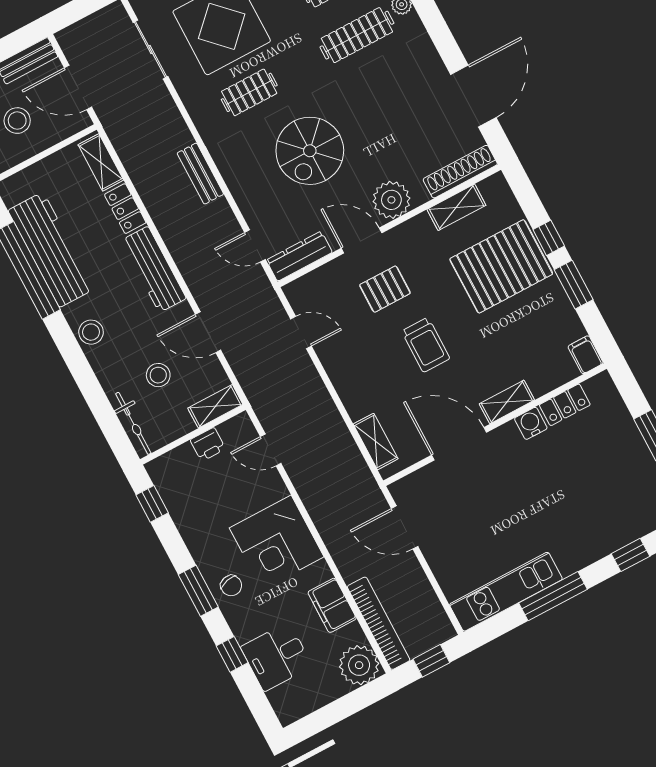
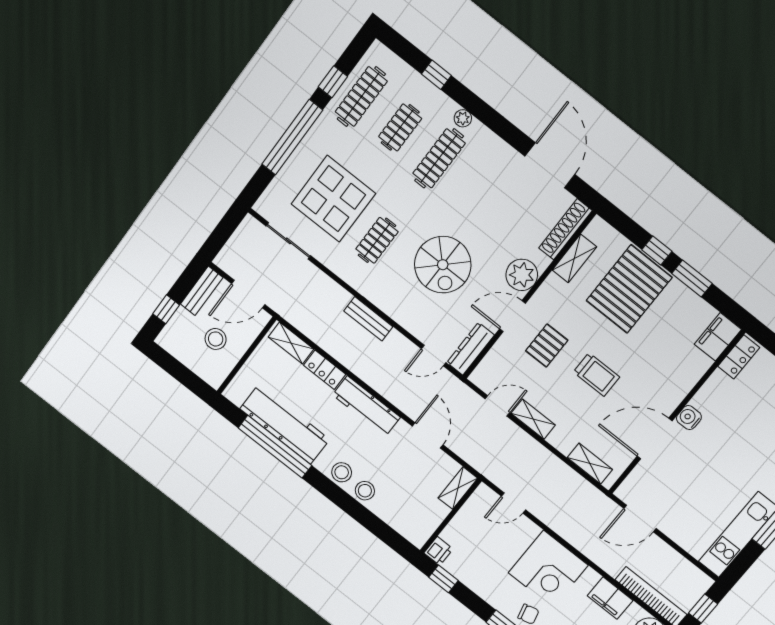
door: (208, 332) -> (428, 435), swing flipped
filing cabinet: (586, 355) -> (718, 337), width x2.00
stool: (158, 375) -> (365, 491), moved
shelving: (507, 402) -> (533, 419), moved, turned 90
locker: (565, 405) -> (739, 357), moved
bicycle: (133, 423) -> (403, 526), removed
water cooler: (531, 423) -> (689, 418), moved
printer: (208, 444) -> (439, 551), moved

